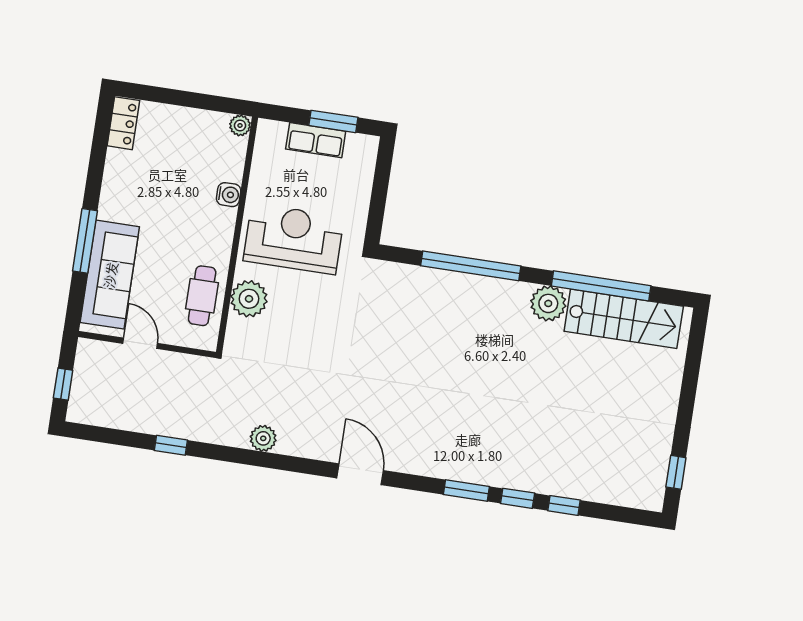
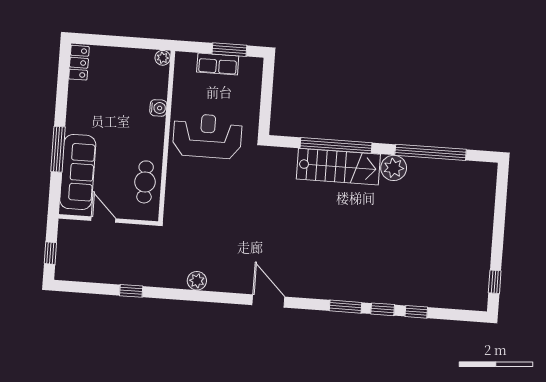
plant: (249, 299) -> (179, 181), removed
stairs: (624, 319) -> (338, 167), moved

